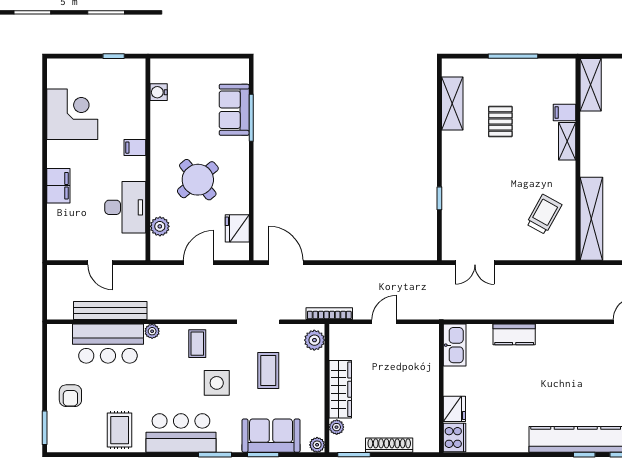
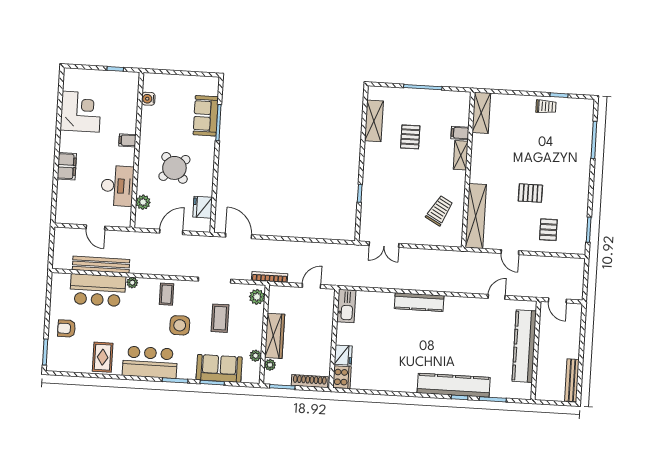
kitchen counter: (514, 334) -> (419, 302), width x1.50
kitchen sink: (455, 345) -> (346, 306), moved
wall: (441, 388) -> (334, 339), moved
armchair: (70, 396) -> (66, 328), turned 90
fridge: (454, 409) -> (343, 355), moved
cooker: (455, 437) -> (342, 377), moved
plant: (317, 445) -> (255, 356), moved

